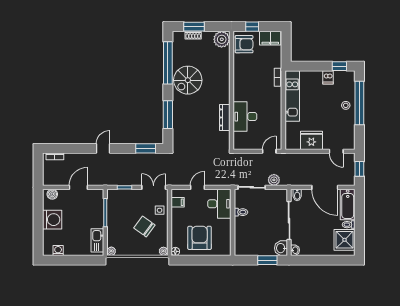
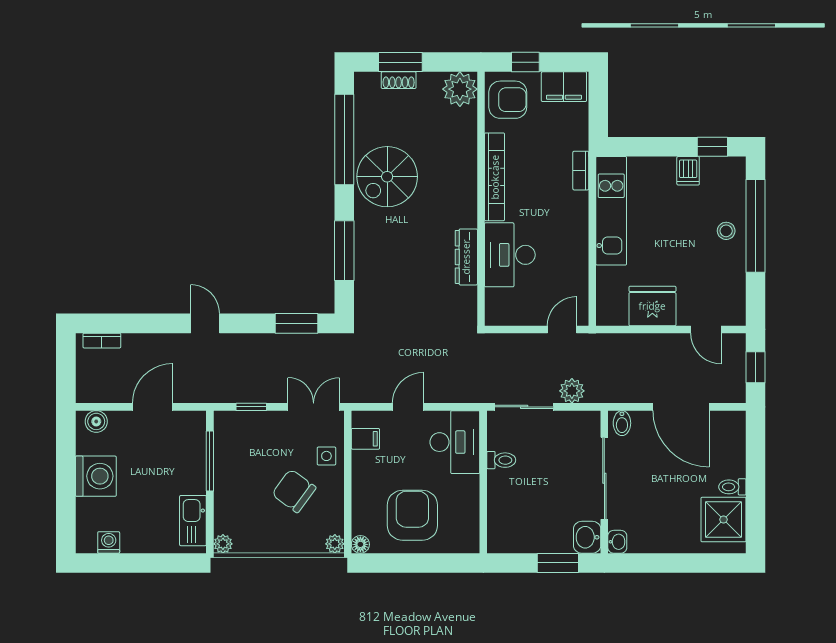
bookcase: (238, 80) -> (495, 177), added
door: (103, 148) -> (205, 323), hinge flipped
bathtub: (348, 204) -> (730, 444), removed

